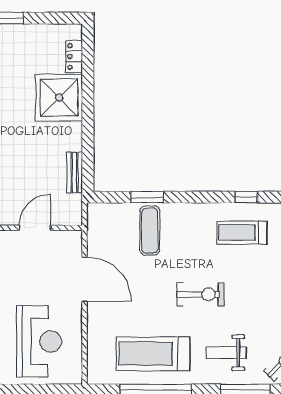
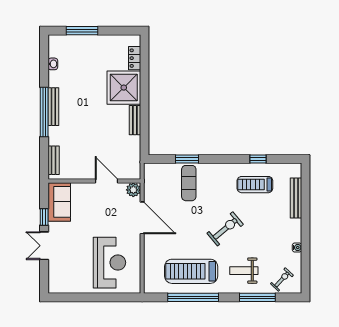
bench: (75, 172) -> (135, 120), moved
door: (35, 228) -> (107, 181), hinge flipped
plant: (72, 240) -> (133, 190), added
exercise bike: (200, 294) -> (225, 229), turned -40

